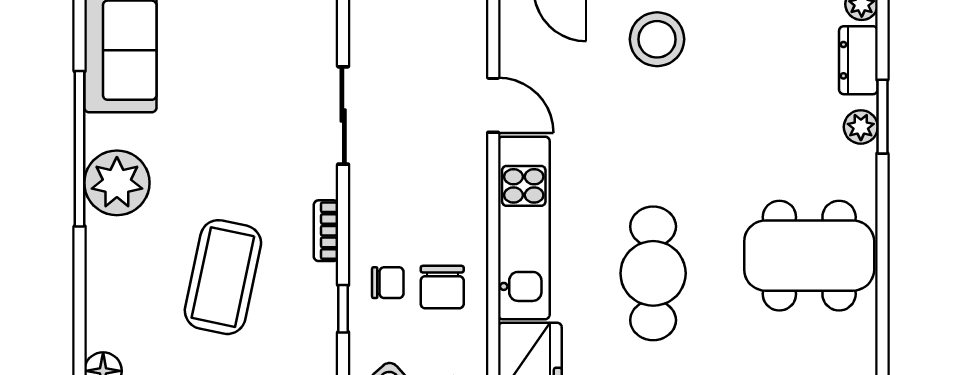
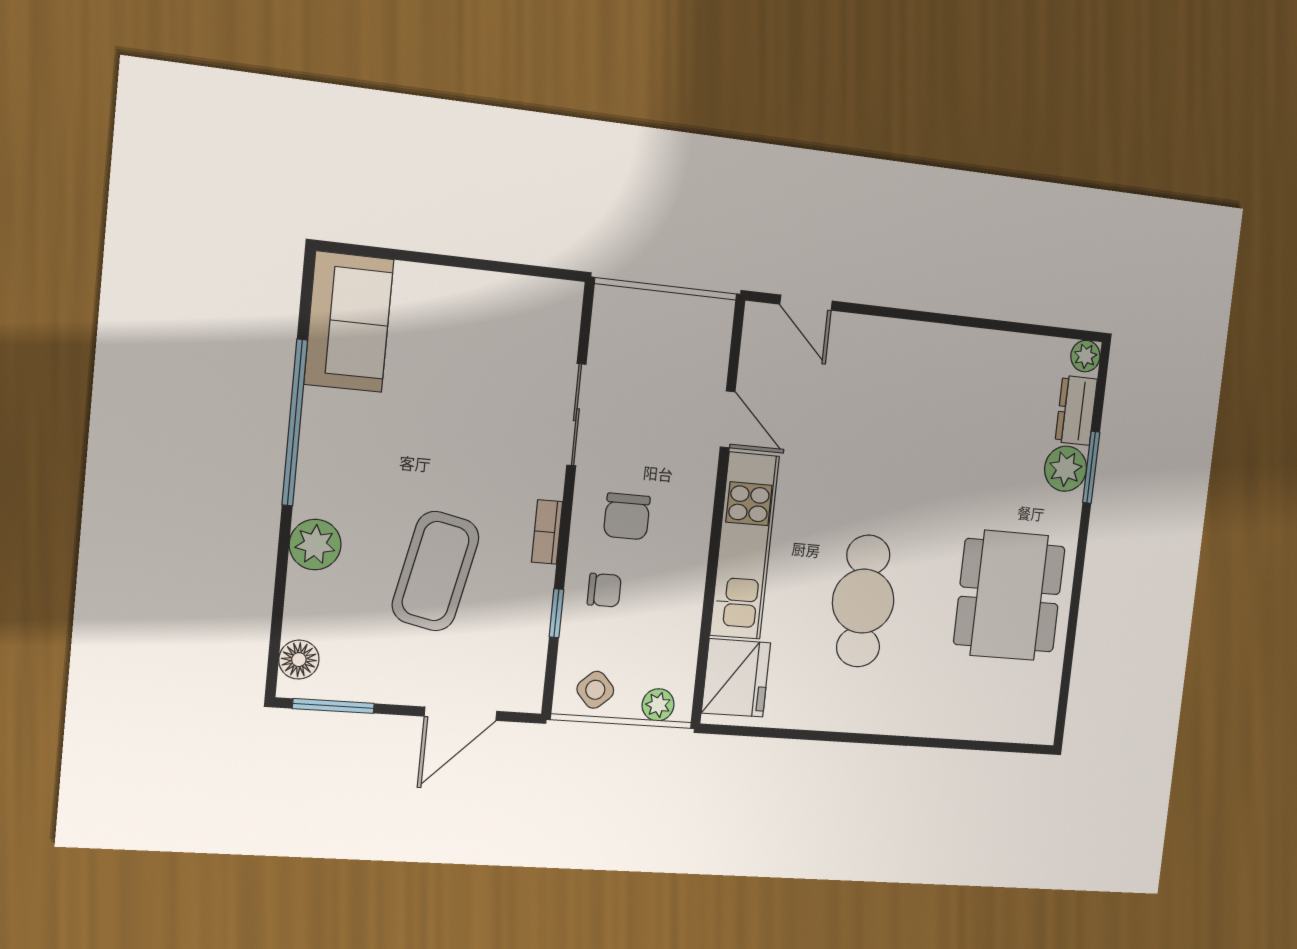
stool: (657, 39) -> (893, 370), removed
plant: (861, 127) -> (1066, 469), width x1.38, depth x1.38
plant: (117, 183) -> (315, 545), moved, width x0.73, depth x0.73
dining table: (809, 256) -> (1009, 595), turned 90
chair: (442, 287) -> (627, 516), moved

